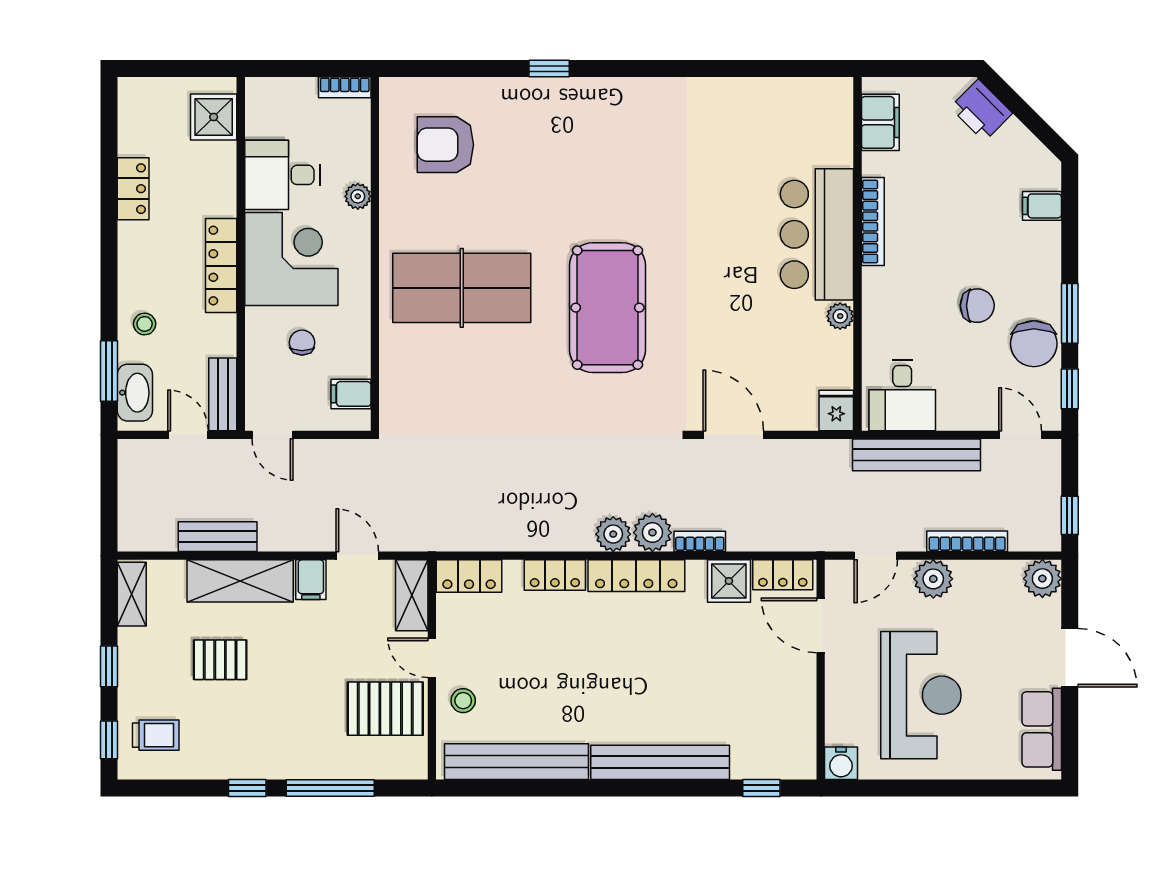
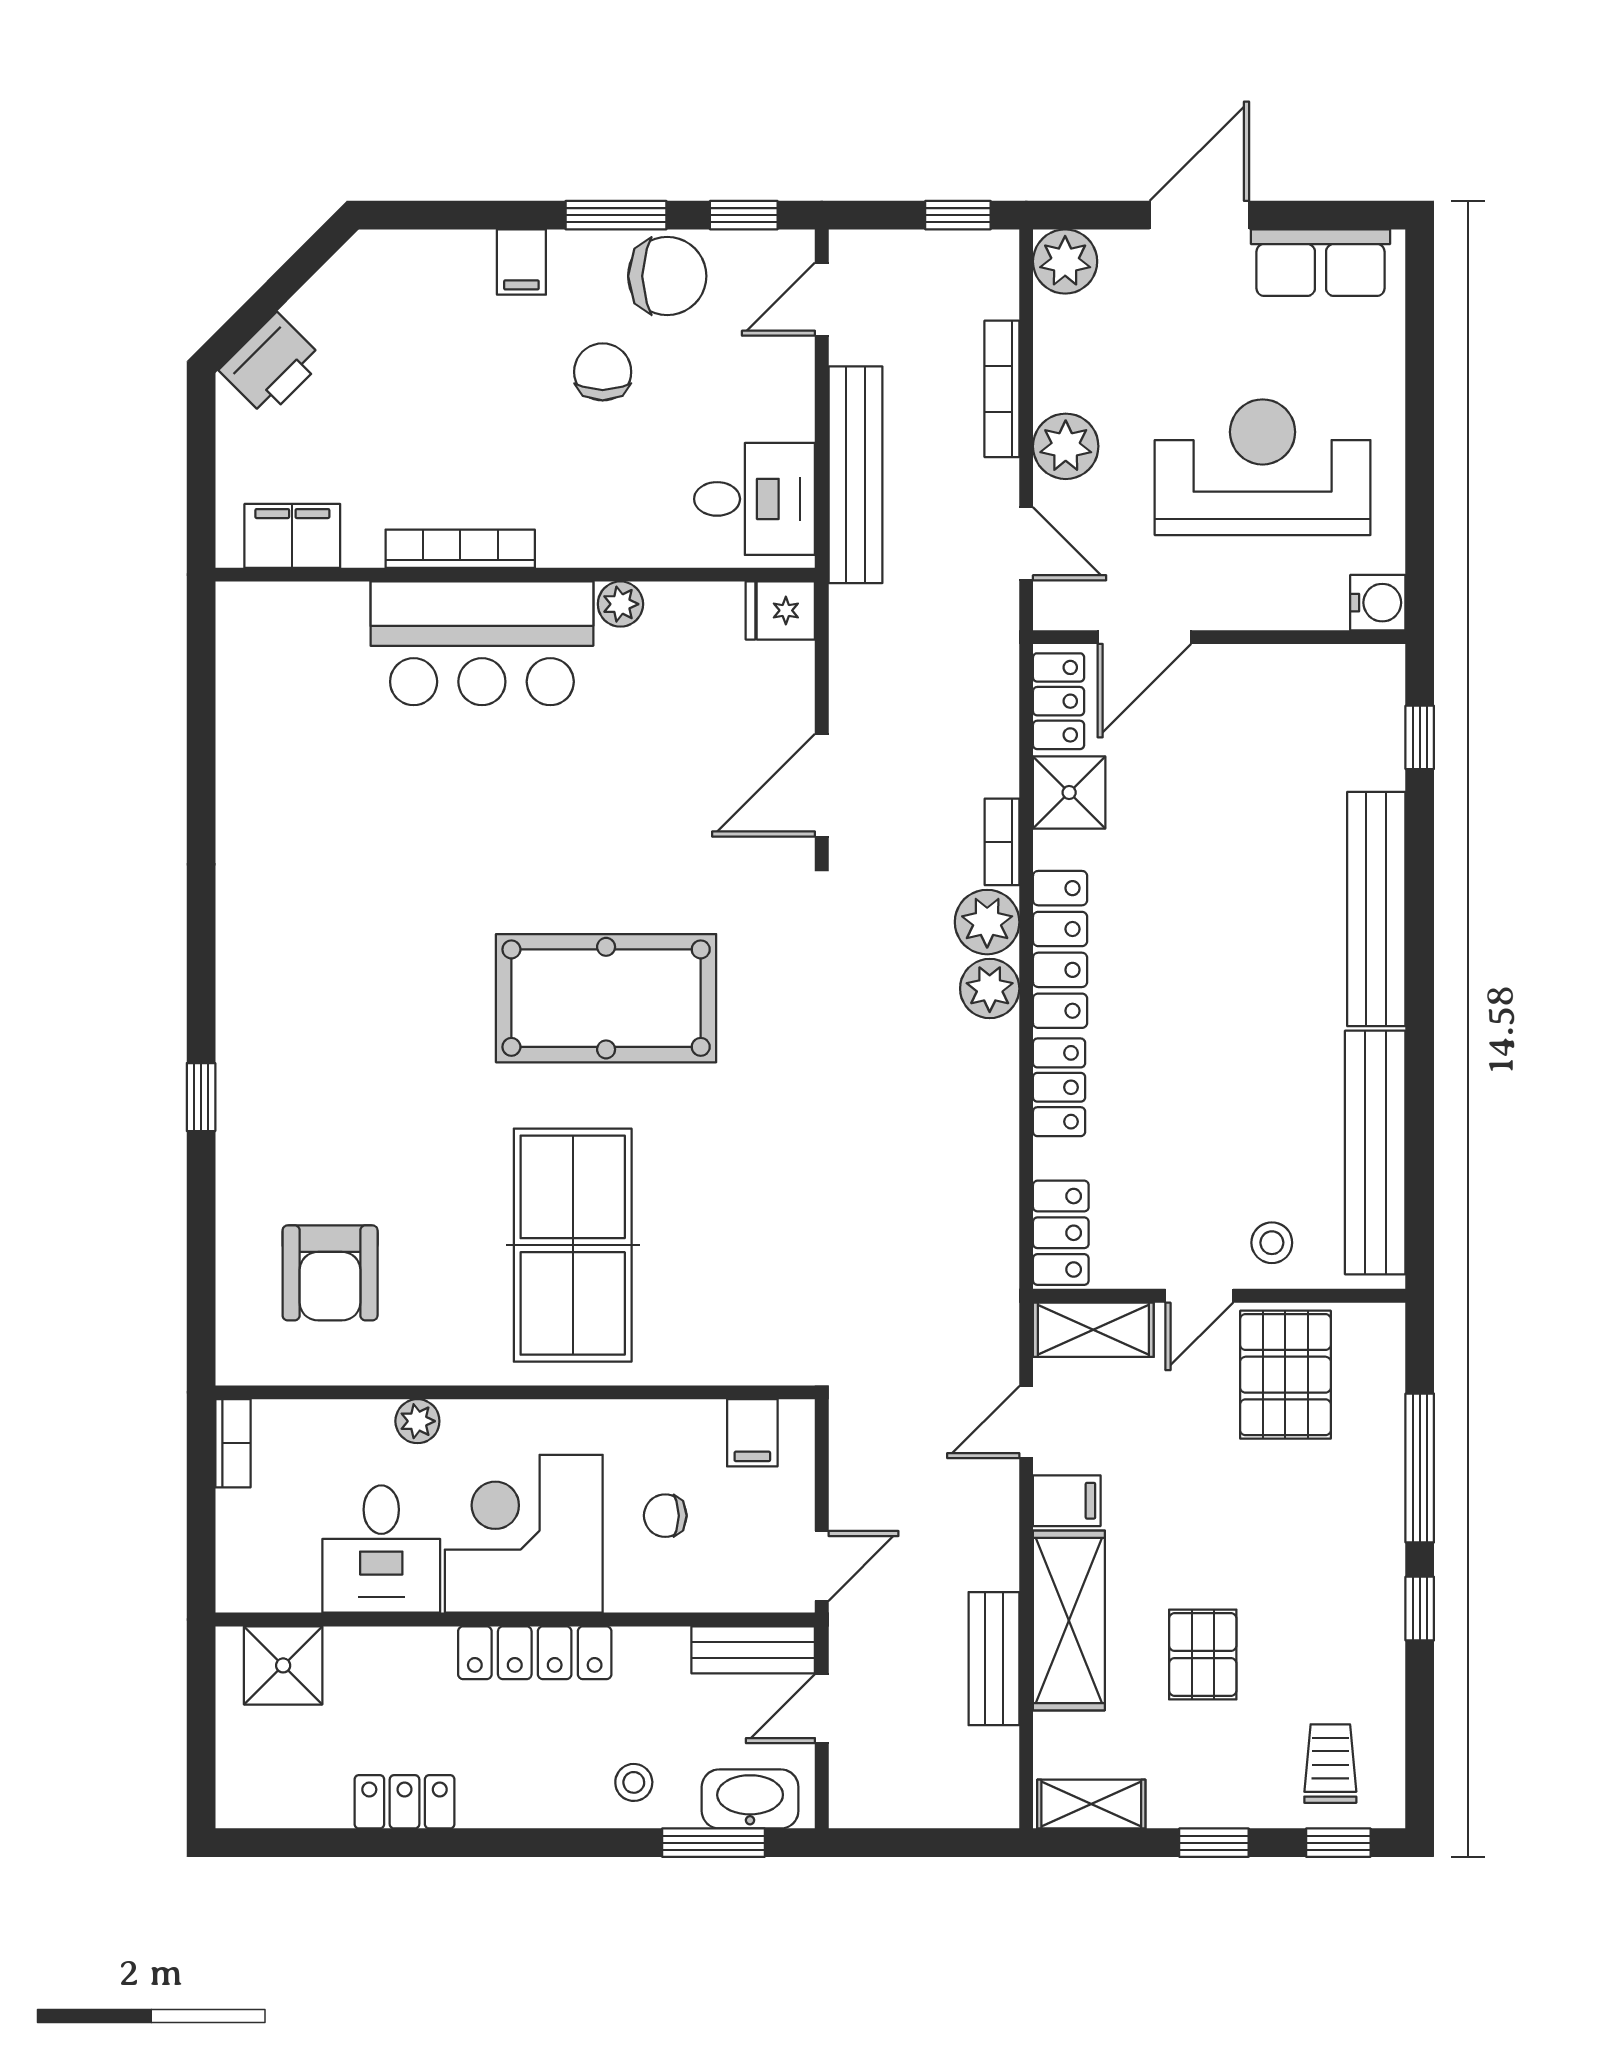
filing cabinet: (1042, 206) -> (521, 262), moved

